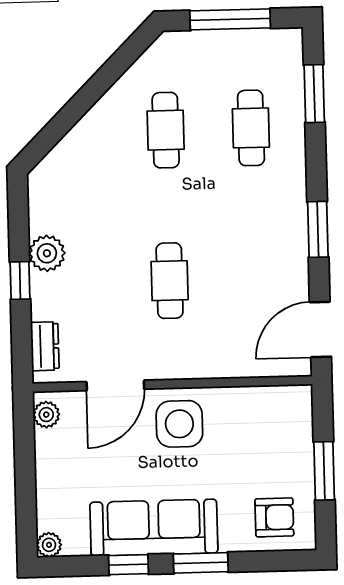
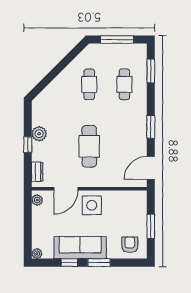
cafe table: (170, 281) -> (89, 146), width x1.37, depth x1.35
armchair: (274, 517) -> (130, 245), turned -90

